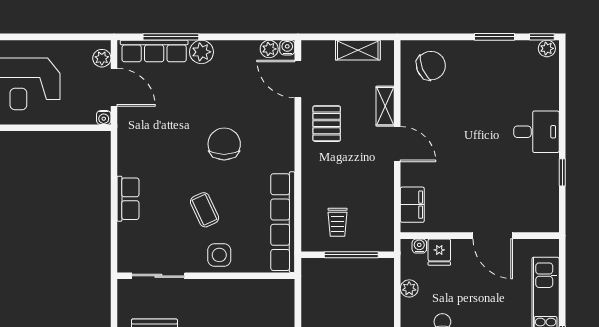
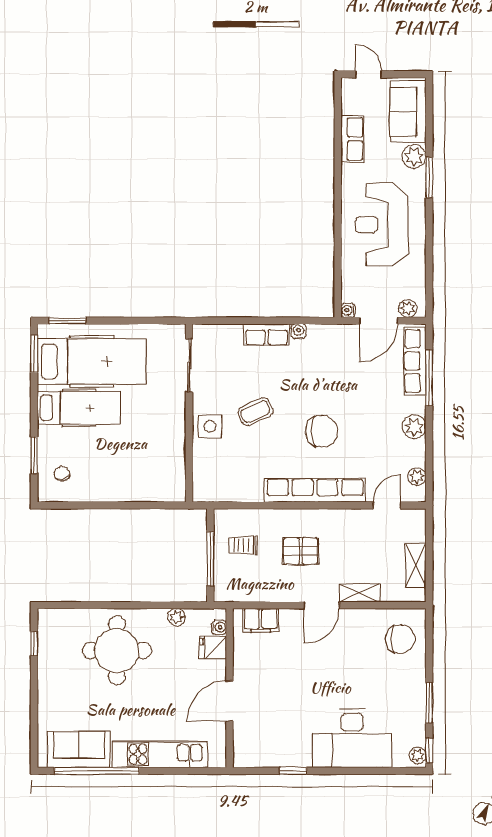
water cooler: (287, 48) -> (299, 331), moved, turned -90
plant: (201, 52) -> (414, 427), moved
chair: (431, 66) -> (400, 639), turned -68
door: (298, 79) -> (387, 505), width x0.73
pallet: (327, 124) -> (301, 551), moved
desk: (536, 132) -> (352, 738), width x1.87, depth x1.30
row of seats: (283, 222) -> (315, 490), moved

